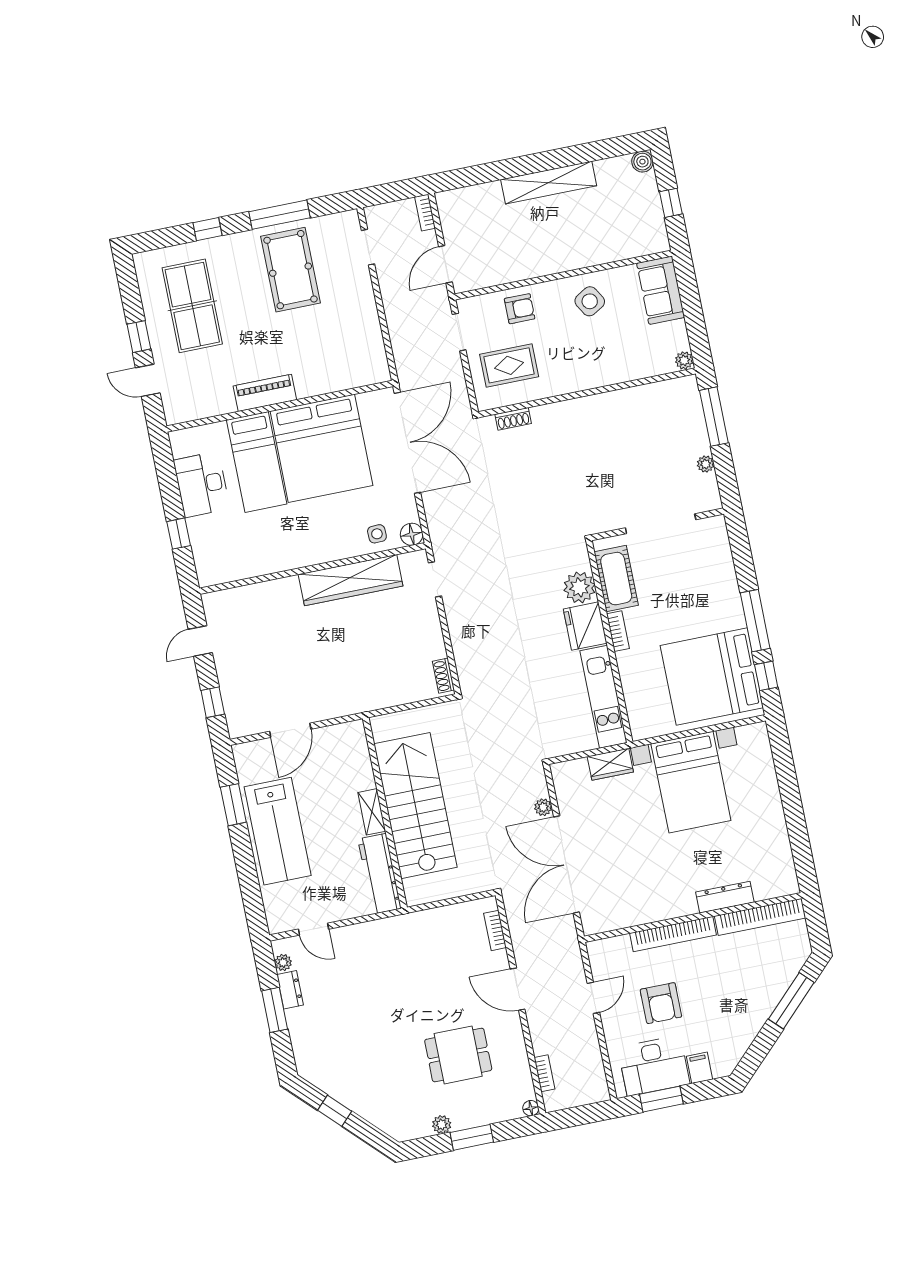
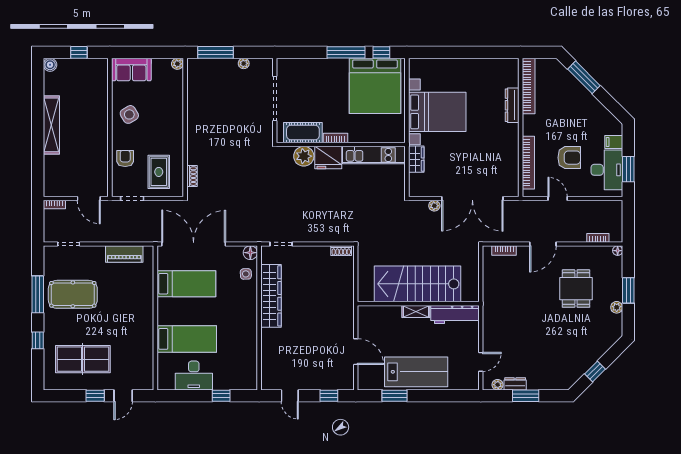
piano: (265, 393) -> (124, 254), moved, turned -90
bed: (321, 448) -> (186, 284), width x0.49
bookcase: (673, 934) -> (528, 163), moved

